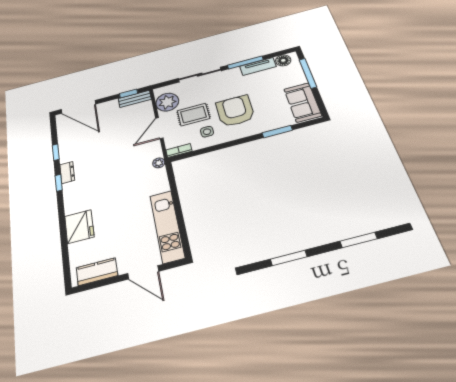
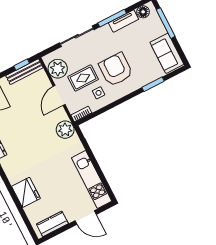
bench: (135, 99) -> (24, 72), width x1.36
plant: (159, 163) -> (65, 130), width x1.88, depth x1.88

